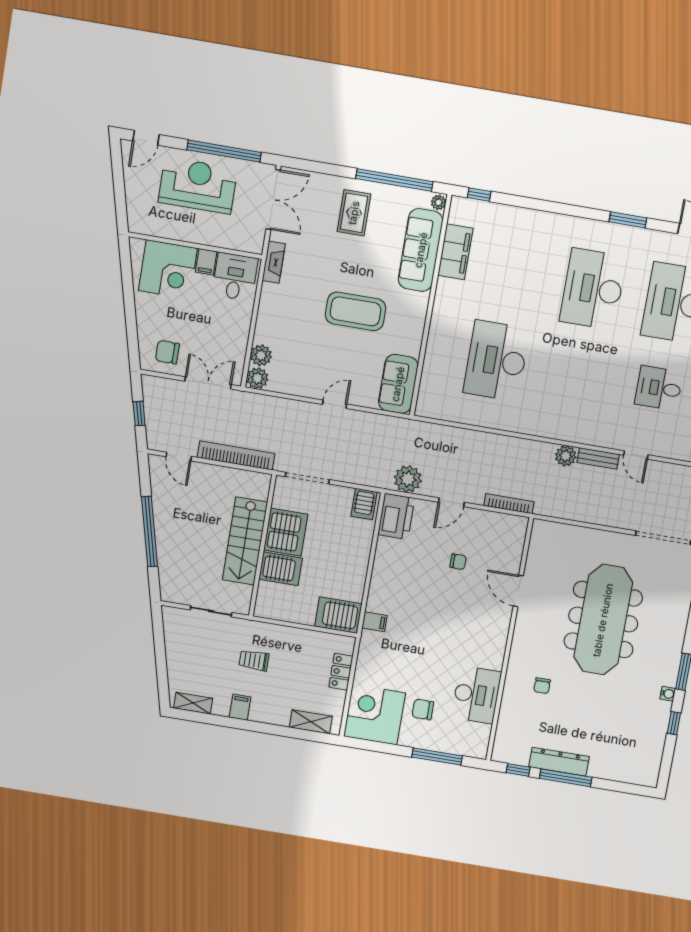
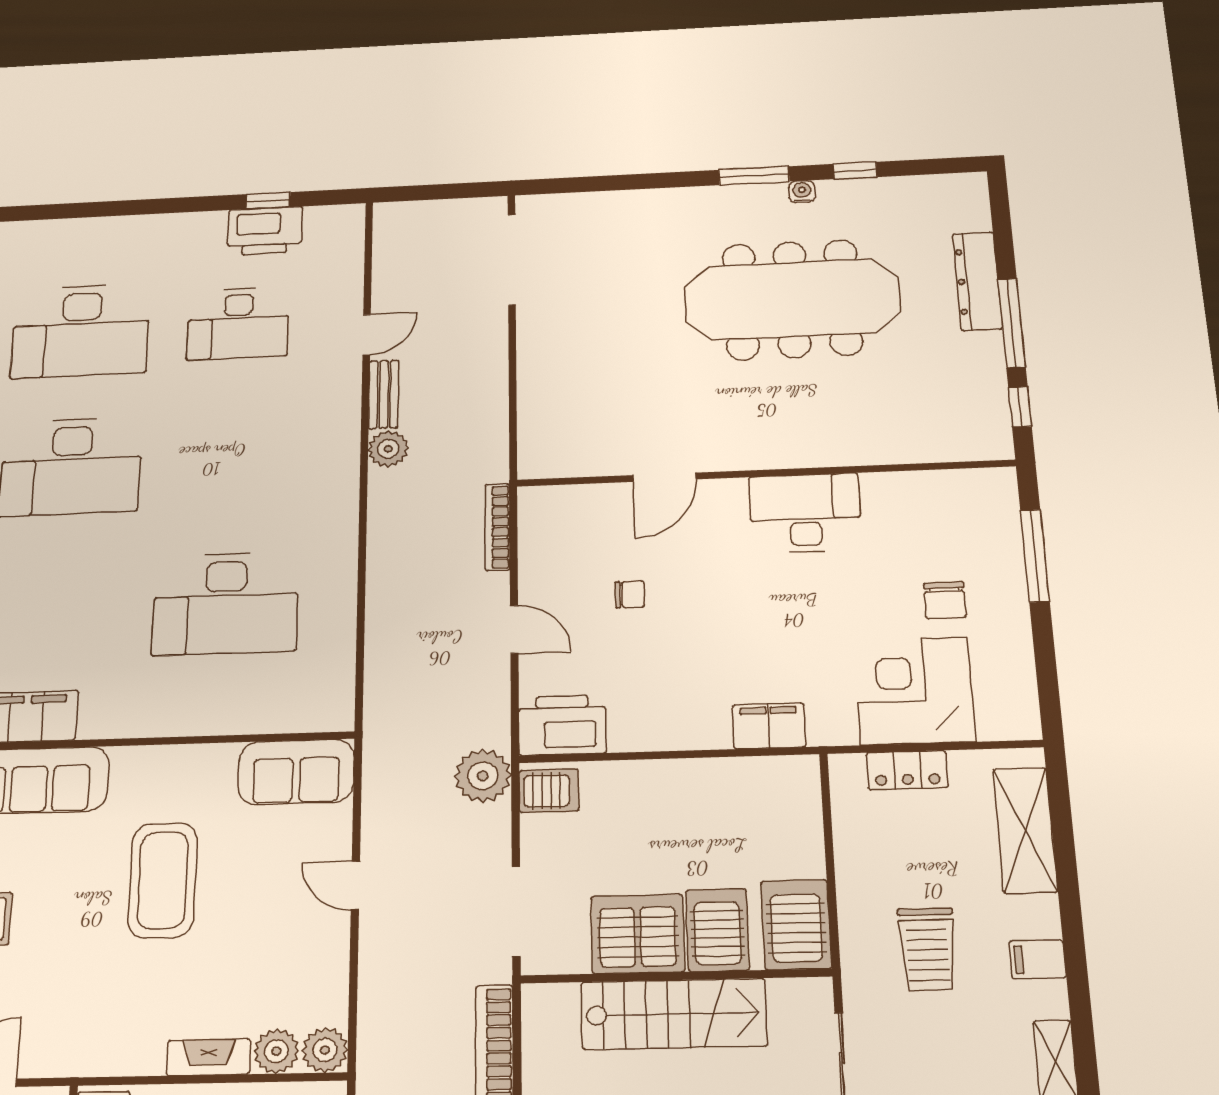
fireplace: (274, 262) -> (209, 1057), moved
desk: (659, 388) -> (238, 323), width x1.37
plant: (408, 479) -> (483, 776), moved
chair: (458, 562) -> (630, 594), turned 90
server rack: (338, 615) -> (796, 924), moved, turned 180
meeting table: (603, 620) -> (792, 299), moved
filing cabinet: (374, 622) -> (769, 726), width x2.00
trolley: (254, 660) -> (928, 949), width x1.36, depth x1.39
chair: (542, 686) -> (841, 399), removed
desk: (476, 695) -> (805, 513), moved
corner desk: (374, 715) -> (914, 691), moved, turned 90
shelving: (311, 722) -> (1025, 830), width x1.50, depth x1.33
dresser: (559, 762) -> (977, 281), moved

